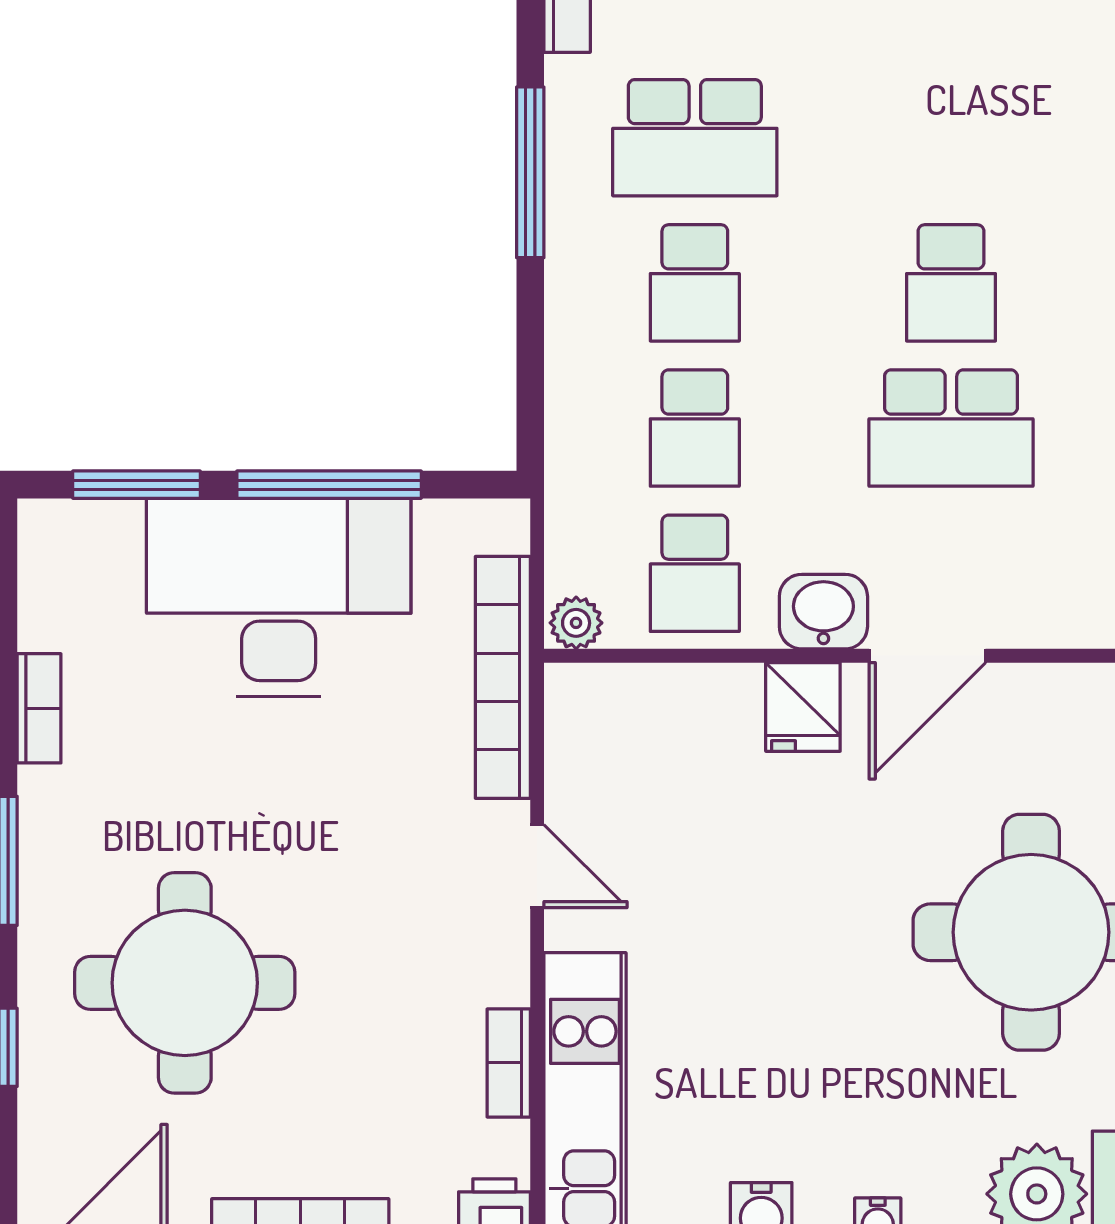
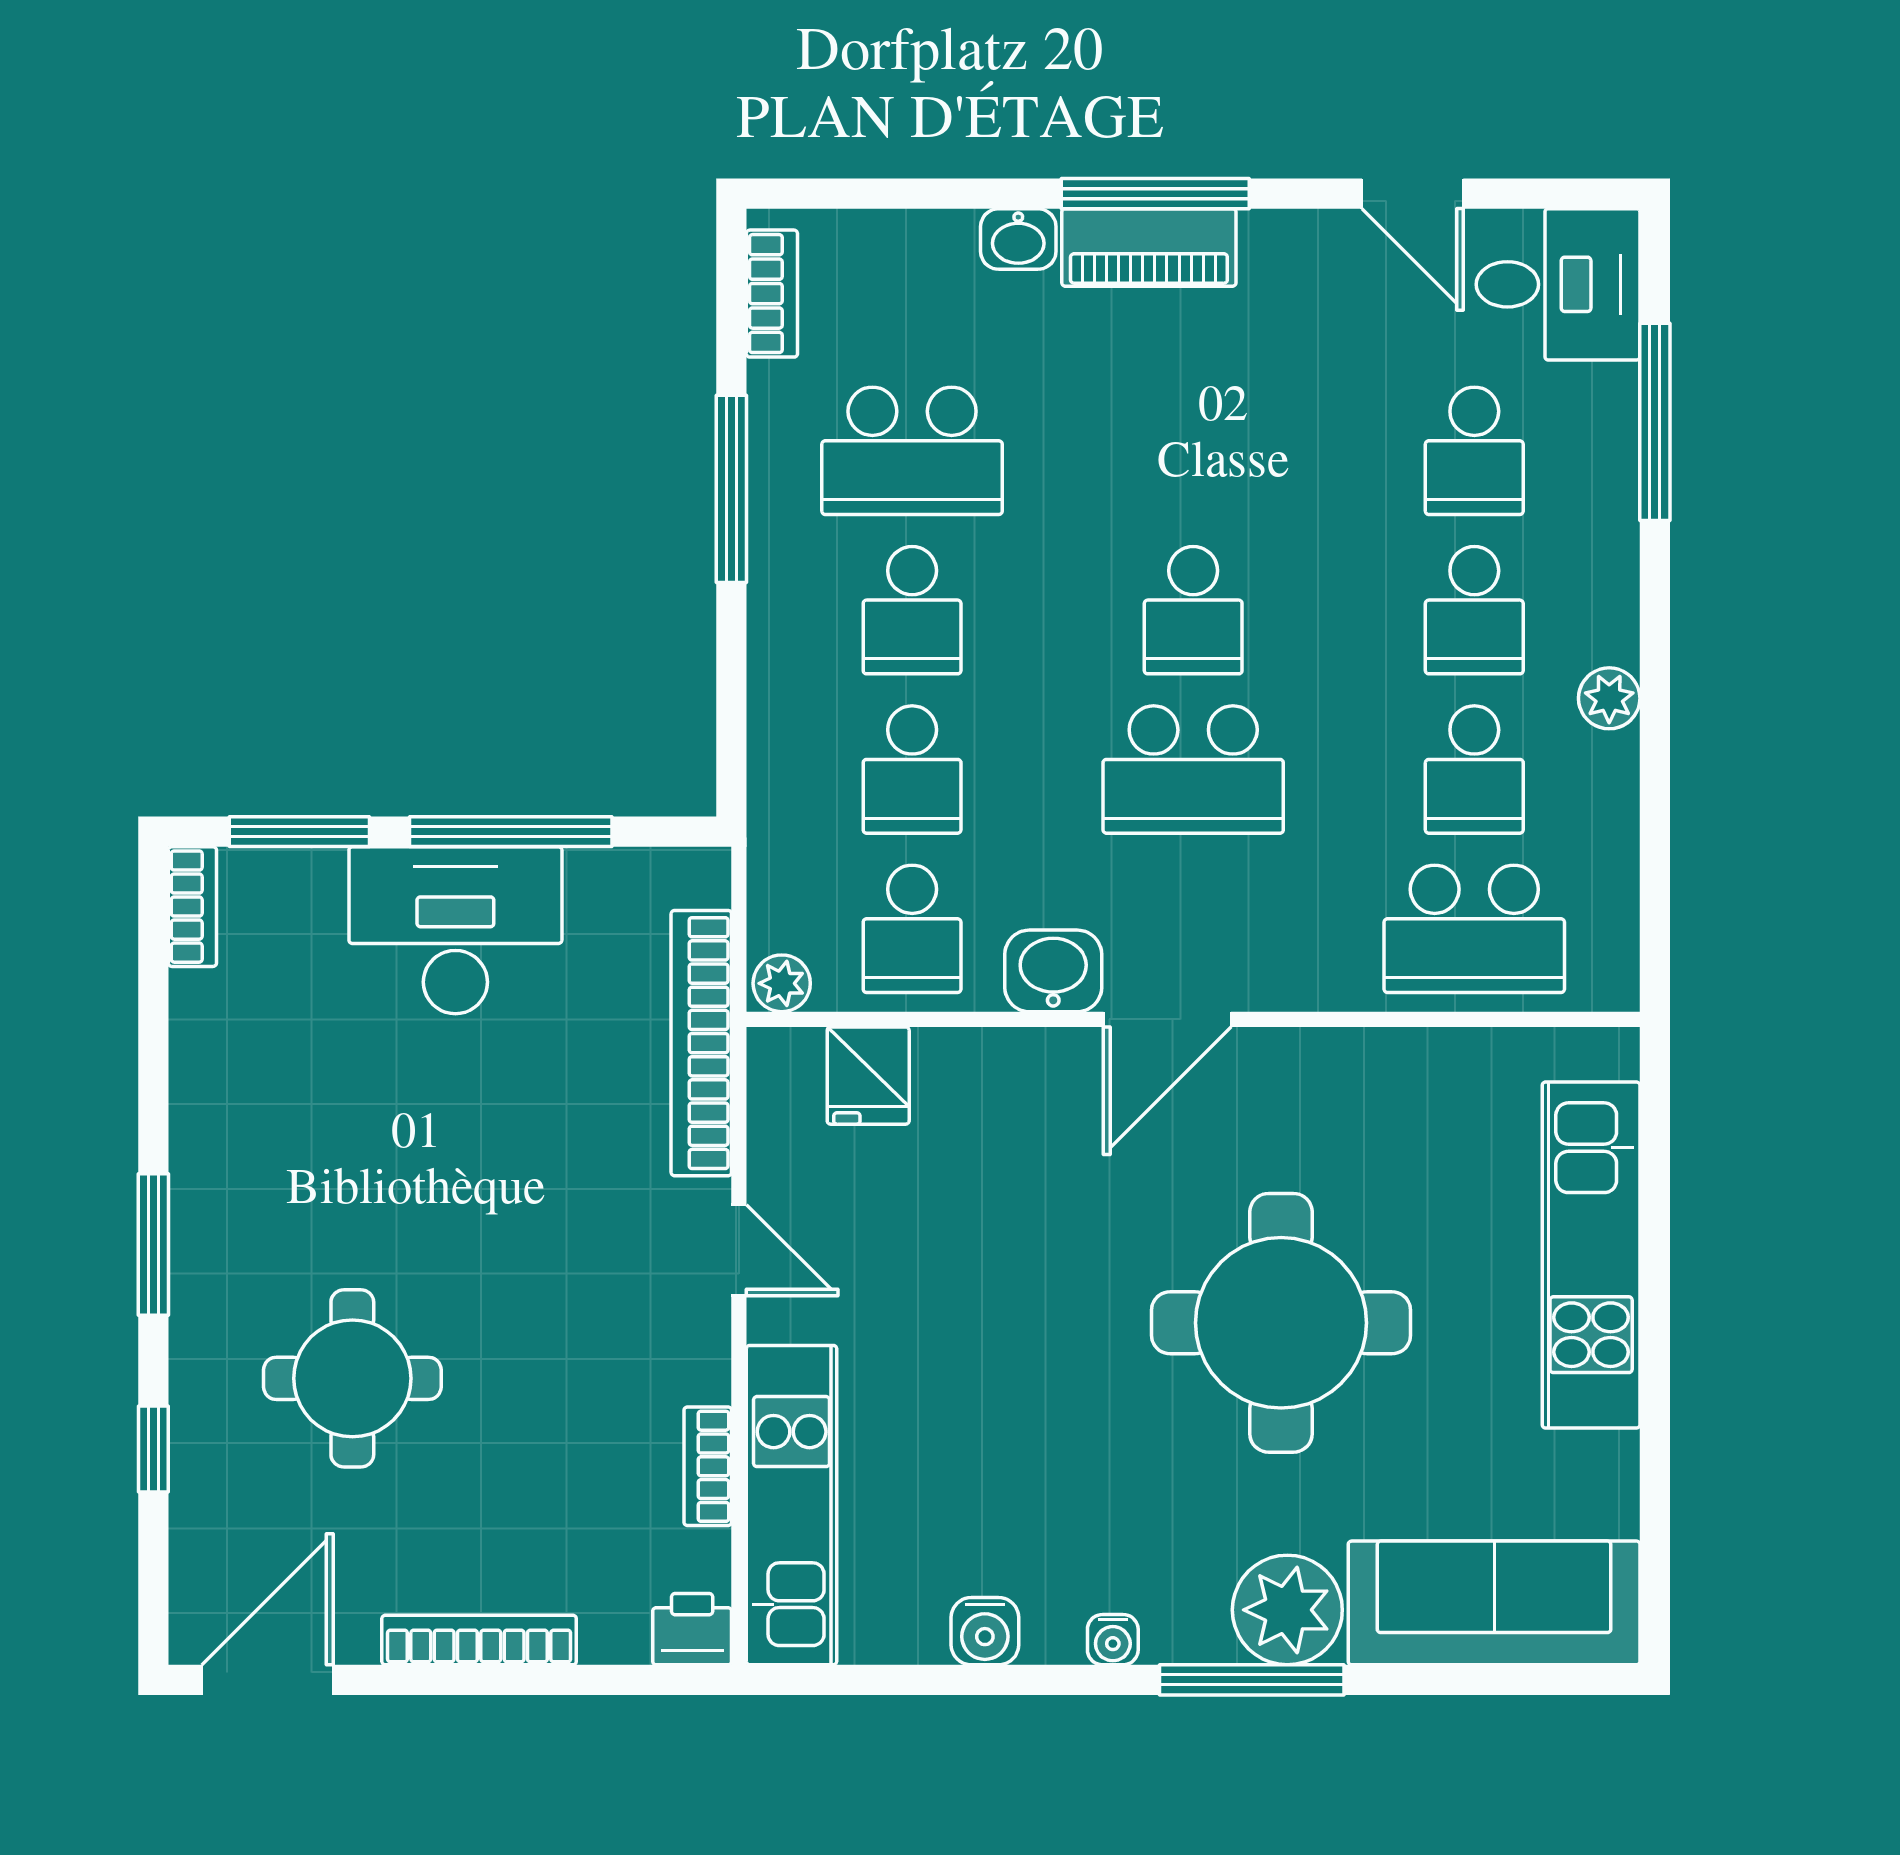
desk: (279, 597) -> (455, 930), width x0.73, depth x0.77
fridge: (803, 707) -> (868, 1076), moved
bookcase: (39, 708) -> (192, 907), moved
round table: (185, 983) -> (352, 1378), width x0.73, depth x0.73

